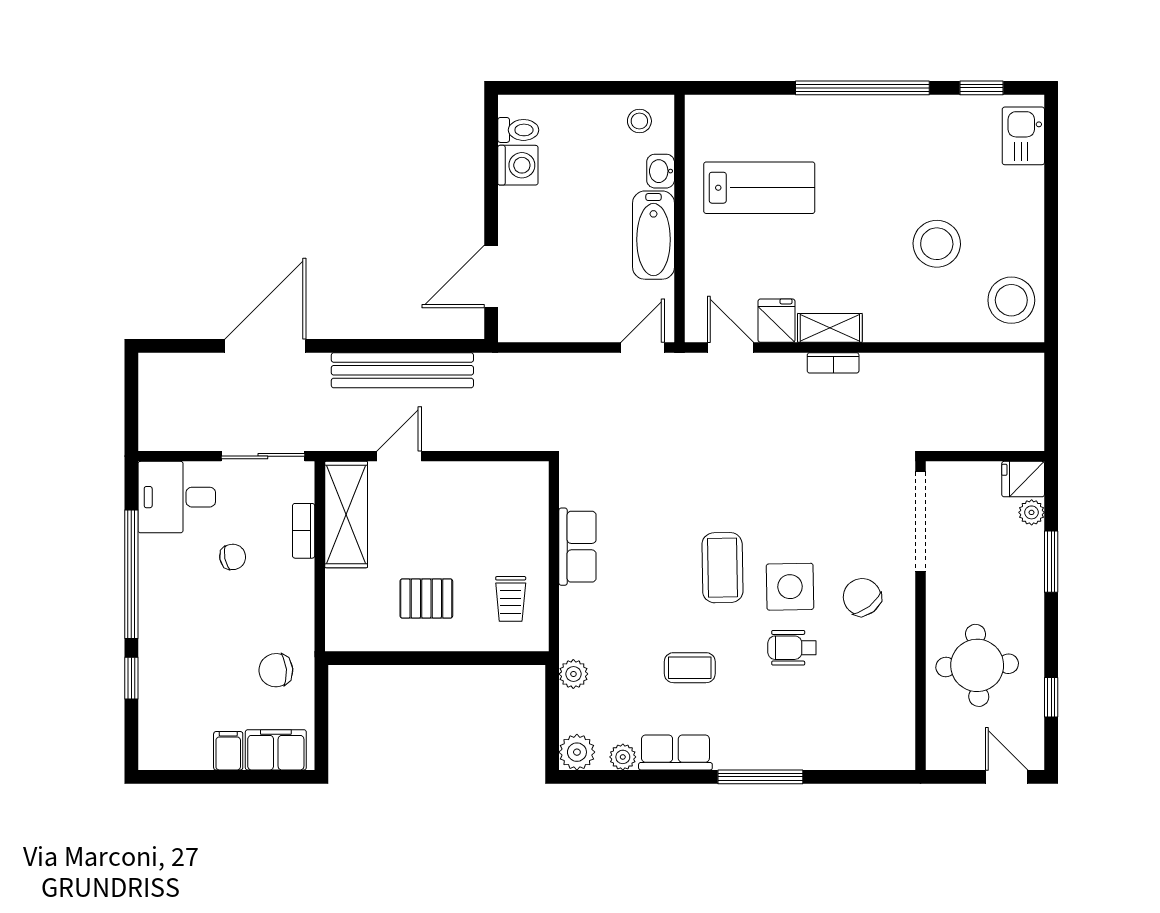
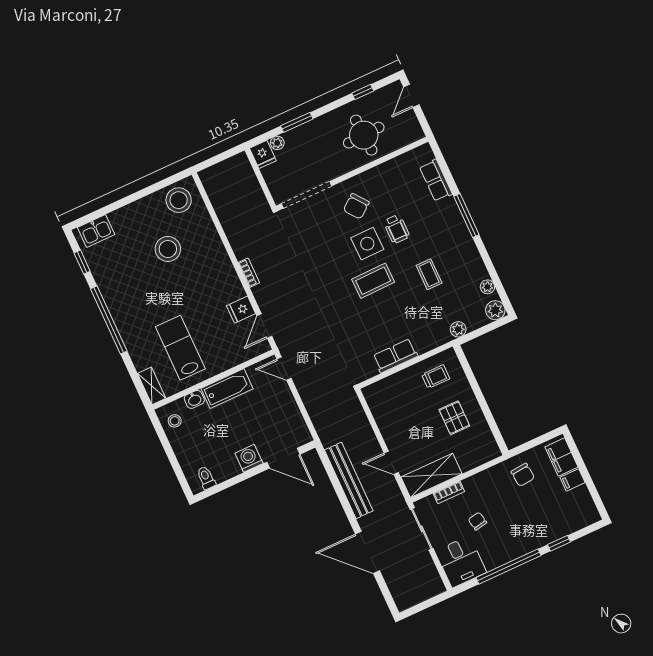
washing machine: (518, 165) -> (249, 458), moved
shelving: (830, 328) -> (152, 386), moved
row of seats: (675, 753) -> (436, 180), moved

